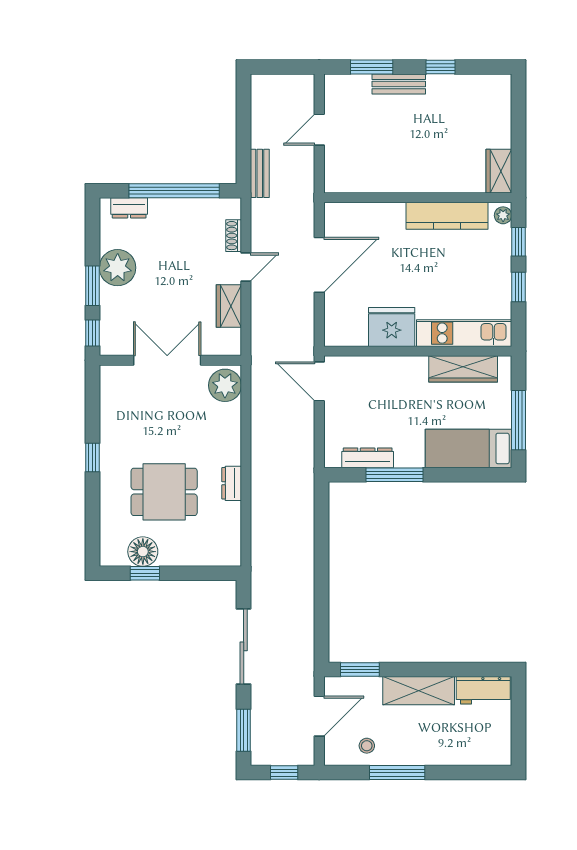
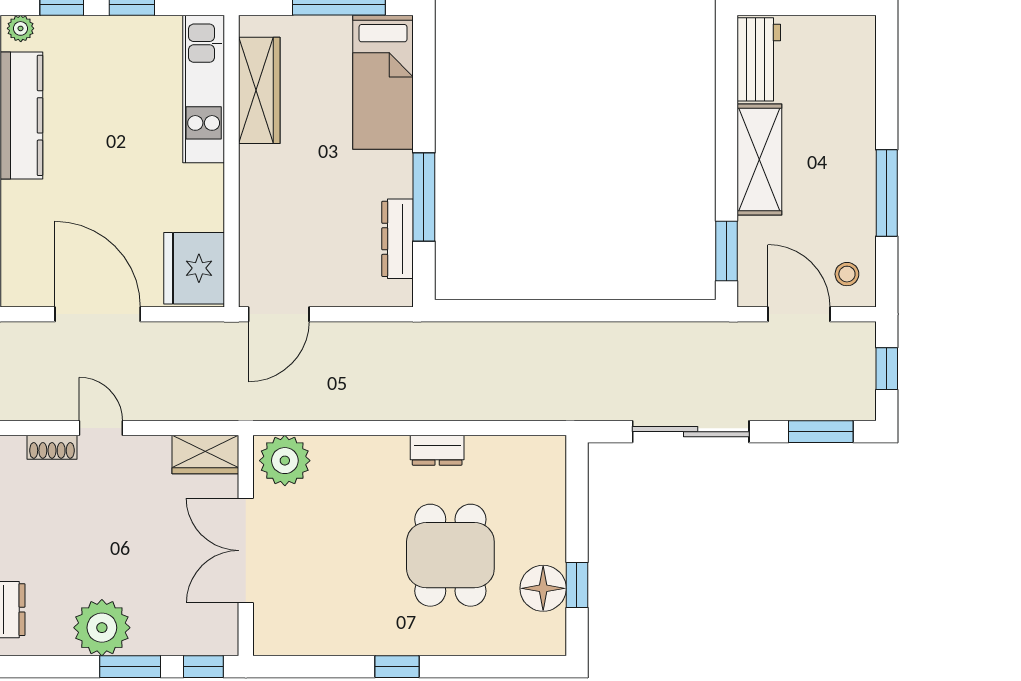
wardrobe: (229, 306) -> (205, 454), moved
fridge: (392, 327) -> (194, 268), moved
stool: (367, 746) -> (847, 274), moved

